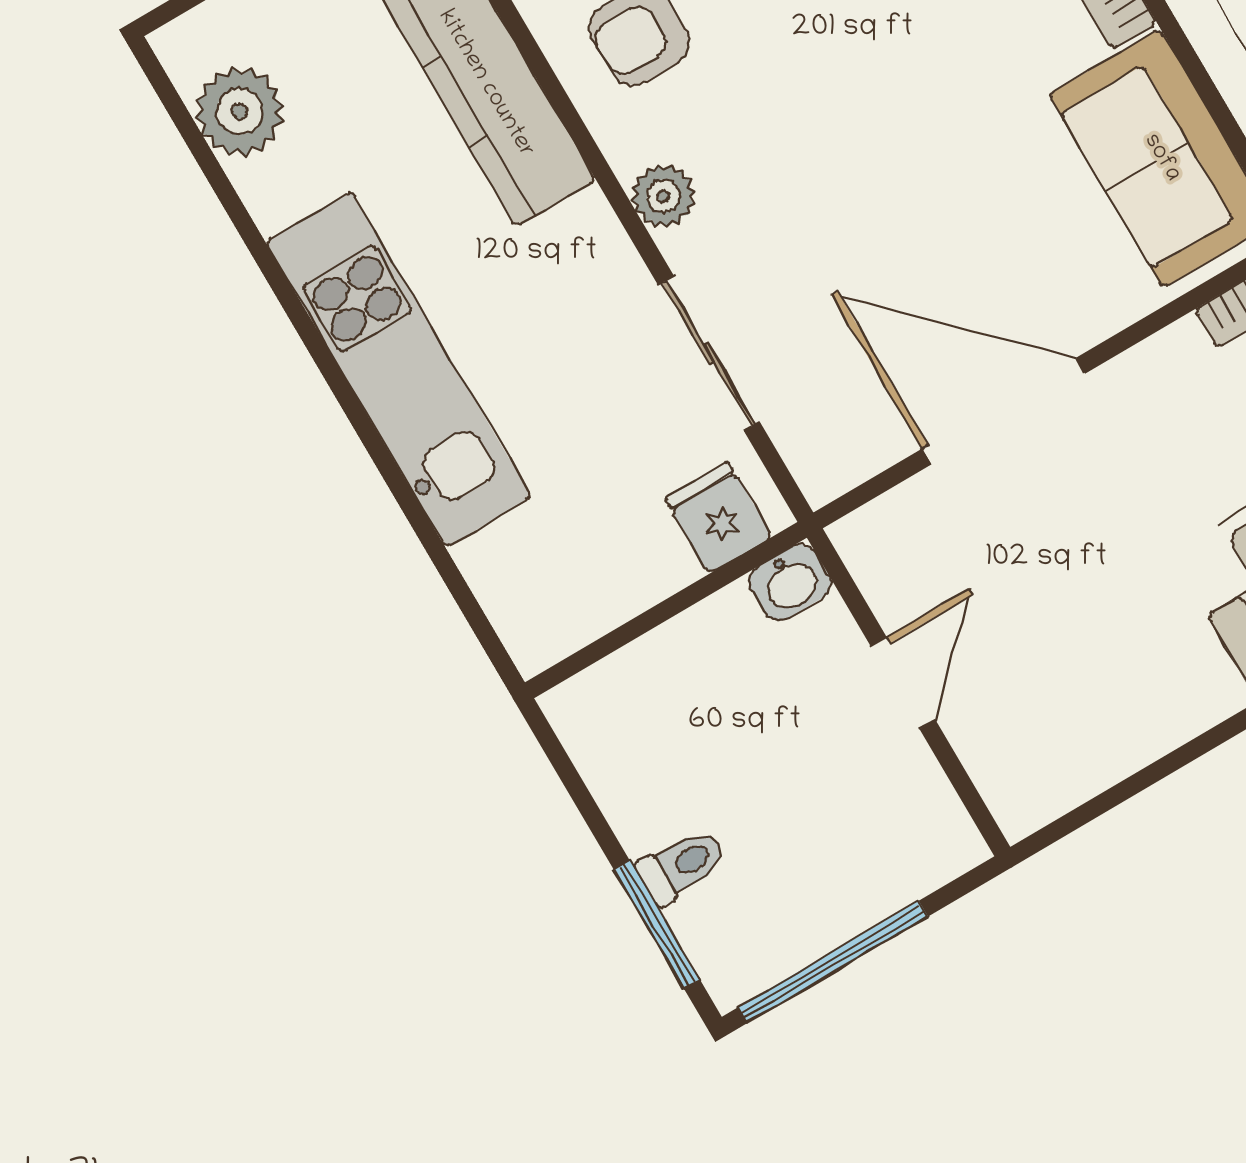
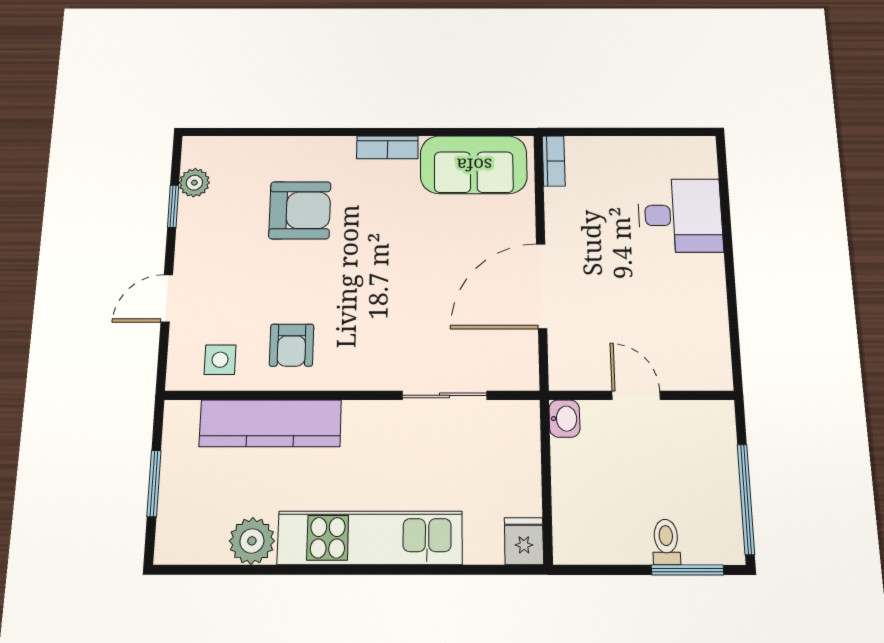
plant: (240, 112) -> (252, 541), moved
plant: (663, 196) -> (365, 375), removed
fridge: (718, 517) -> (524, 541), moved, turned 90

